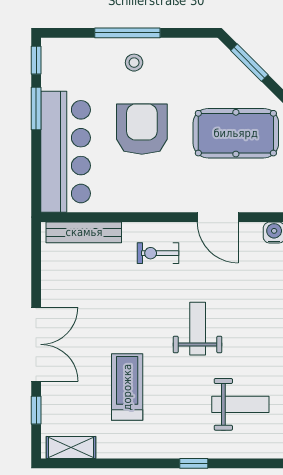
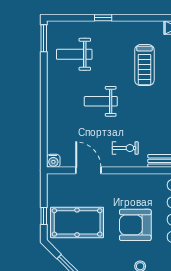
armchair: (142, 129) -> (135, 225), turned 90
weight bench: (198, 329) -> (101, 101), turned 90

